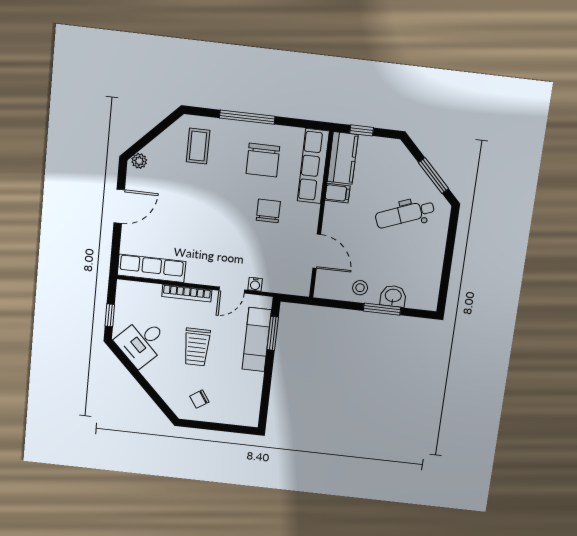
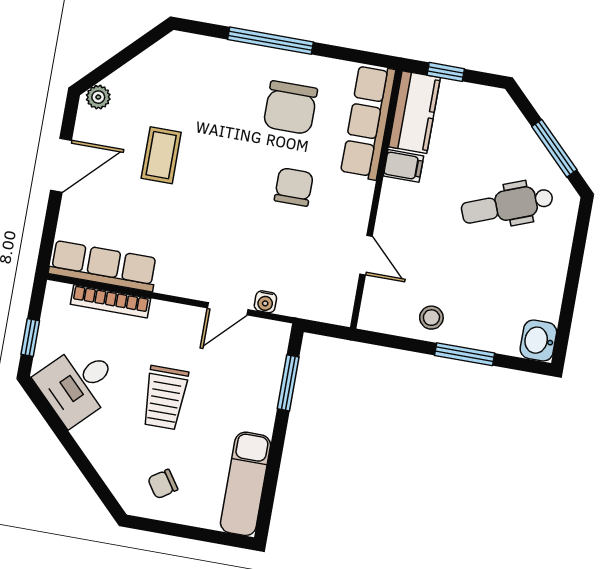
coffee table: (198, 146) -> (161, 155), moved
door: (317, 251) -> (366, 255), width x0.73
bookcase: (187, 293) -> (110, 301), moved
washbasin: (393, 296) -> (538, 341), moved, turned -90
exam couch: (257, 340) -> (246, 484), moved

